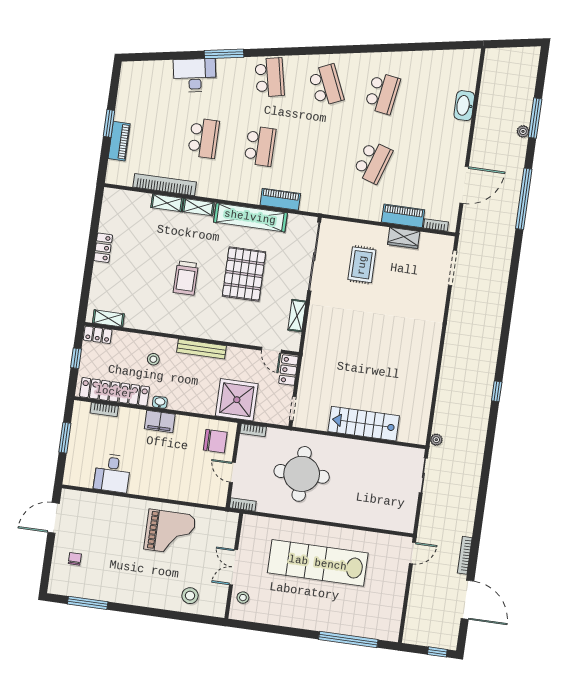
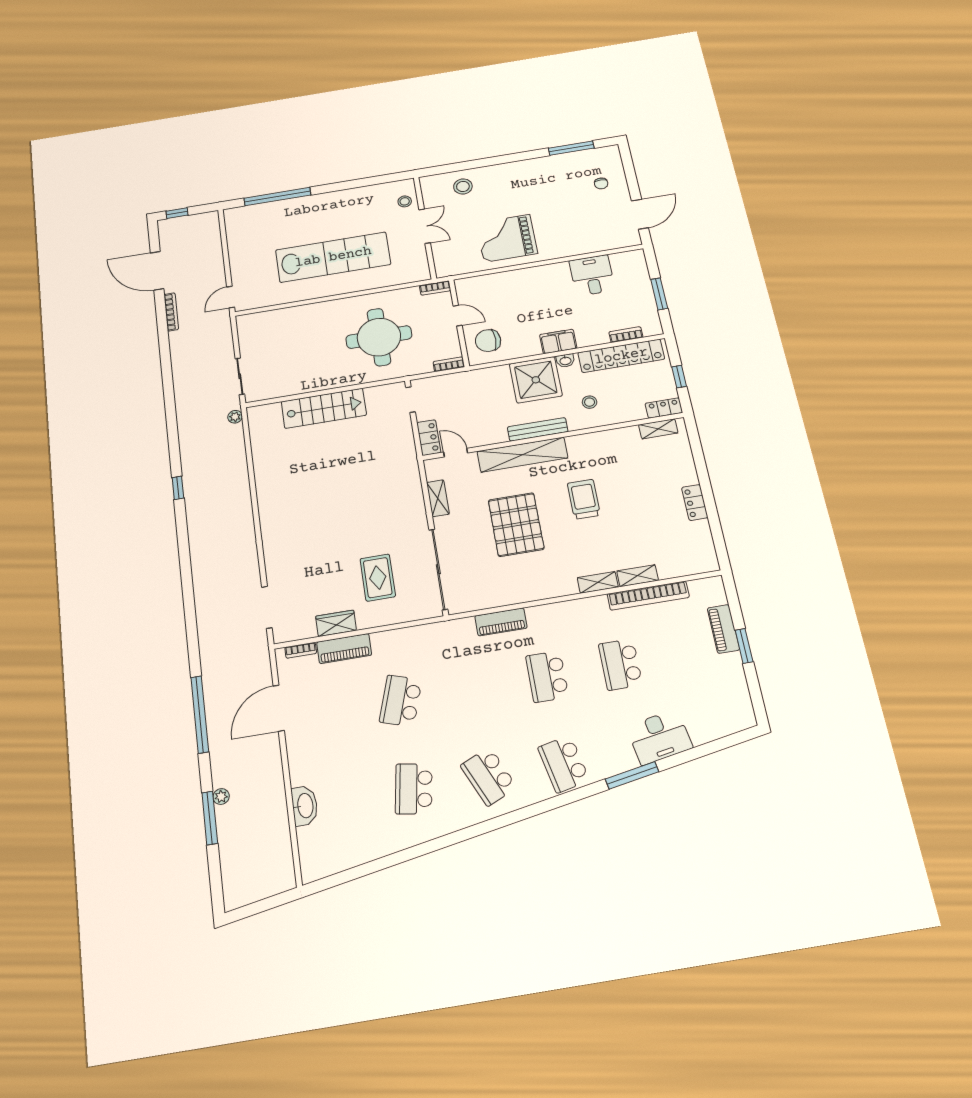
shelving: (250, 217) -> (522, 455), moved
shower: (237, 400) -> (536, 380), moved

